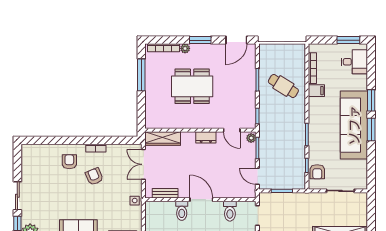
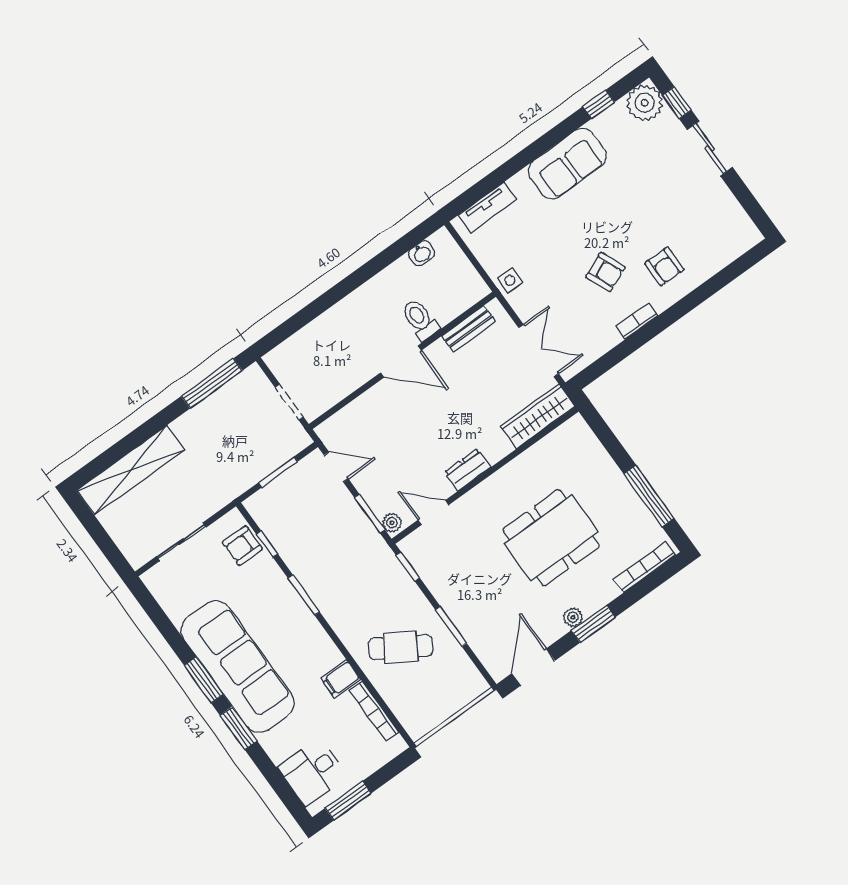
plant: (185, 48) -> (573, 617), moved
armchair: (317, 172) -> (242, 546), turned -90
toilet: (230, 211) -> (340, 376), removed

